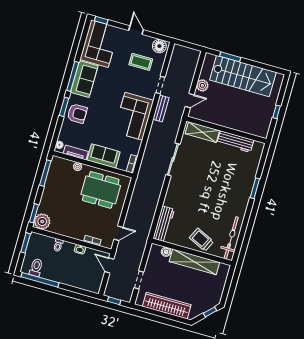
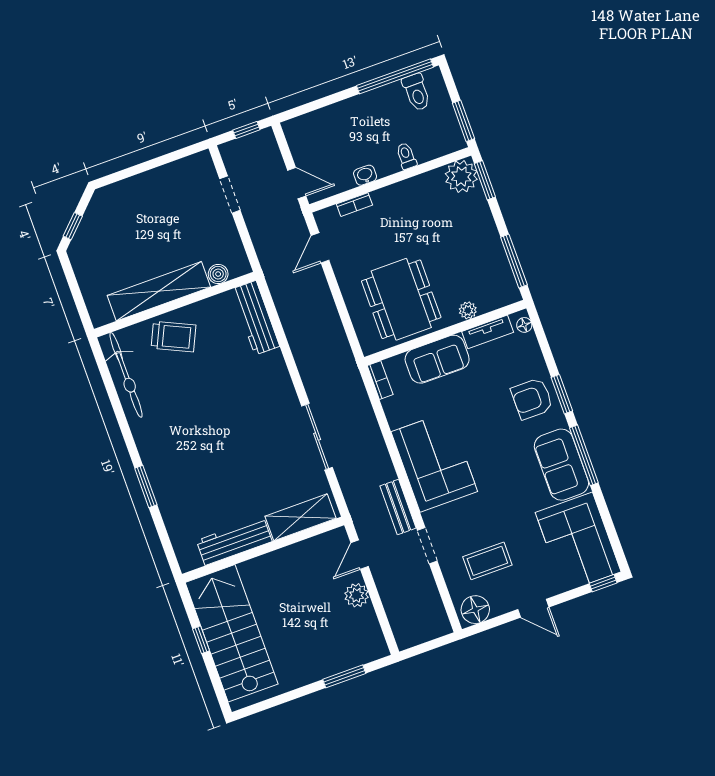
stairs: (243, 76) -> (232, 633), moved, turned 90
dining table: (101, 190) -> (401, 299), turned 90
wardrobe: (167, 306) -> (153, 185), removed

